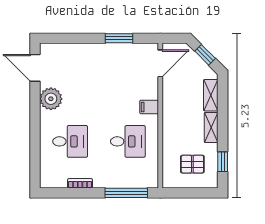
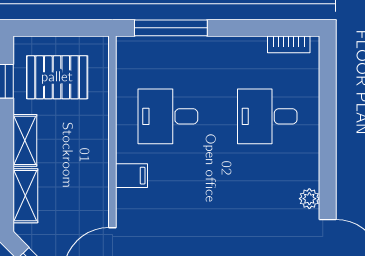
plant: (51, 99) -> (309, 199), width x0.53, depth x0.53
pallet: (192, 164) -> (57, 77), width x1.50, depth x1.42
bookcase: (80, 183) -> (289, 44), moved

